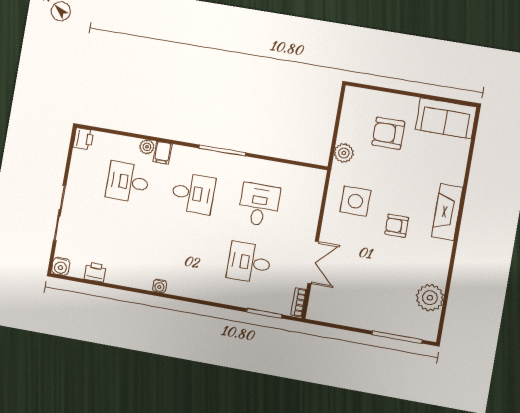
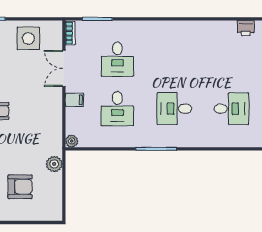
plant: (147, 147) -> (72, 141), moved
filing cabinet: (163, 153) -> (74, 100), moved, turned 90
side table: (355, 201) -> (28, 38), moved
desk: (249, 262) -> (117, 59), turned 90
water cooler: (160, 286) -> (189, 26), removed

